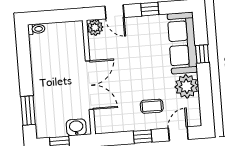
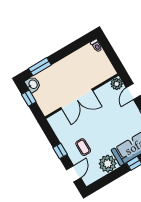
washbasin: (76, 127) -> (33, 84), moved
door: (178, 134) -> (74, 174), hinge flipped

